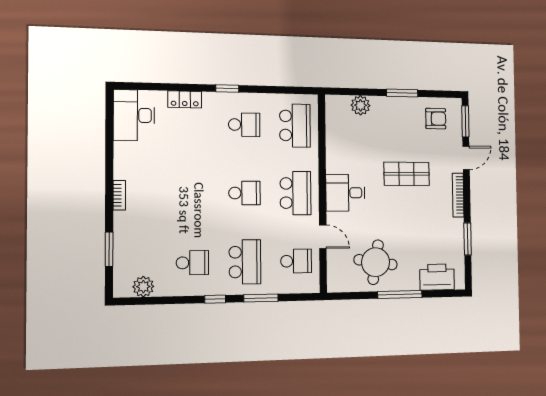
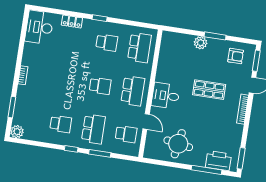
plant: (360, 105) -> (201, 43), moved
window: (468, 239) -> (241, 158), moved
plant: (143, 287) -> (17, 132), moved
window: (400, 295) -> (207, 170), moved

